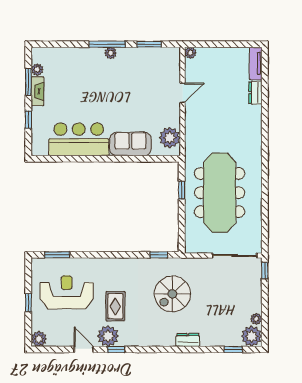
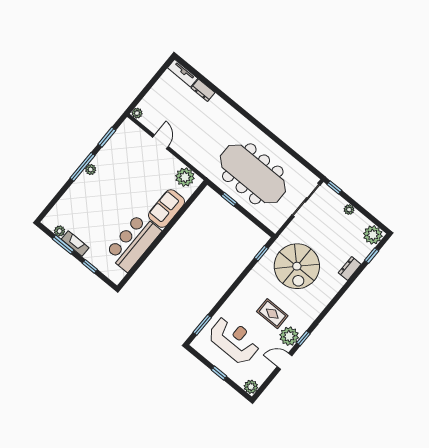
reception desk: (67, 292) -> (234, 340), turned 90
spiral stairs: (172, 294) -> (297, 266), width x1.37, depth x1.37
plant: (256, 319) -> (349, 210), moved
dresser: (188, 340) -> (350, 269), moved

